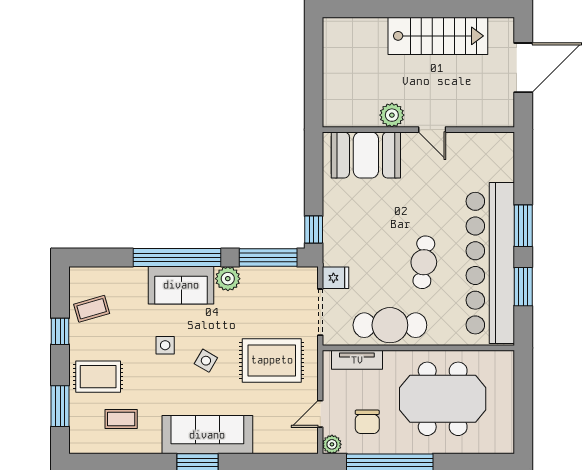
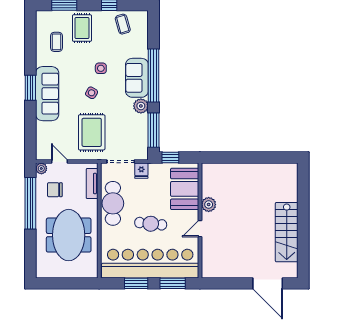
plant: (392, 115) -> (209, 205), moved
wall: (418, 130) -> (200, 220), moved
door: (432, 130) -> (200, 229), moved
booth: (366, 155) -> (185, 189), moved

